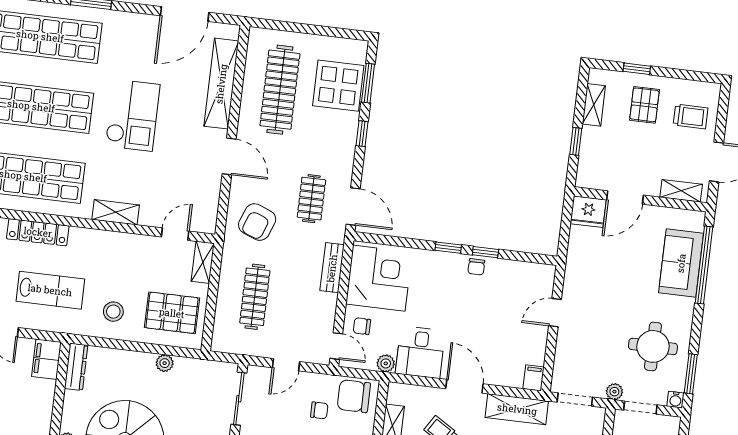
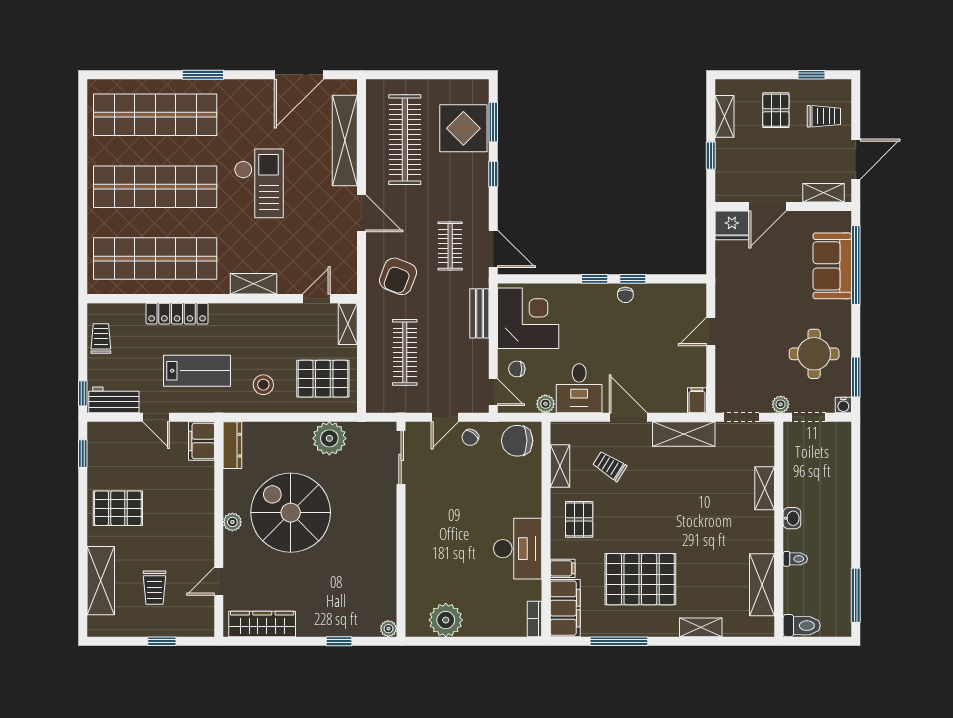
window: (637, 69) -> (811, 75), moved
plant: (165, 363) -> (329, 438), width x1.88, depth x1.88
chair: (319, 410) -> (470, 437), moved, turned 126

